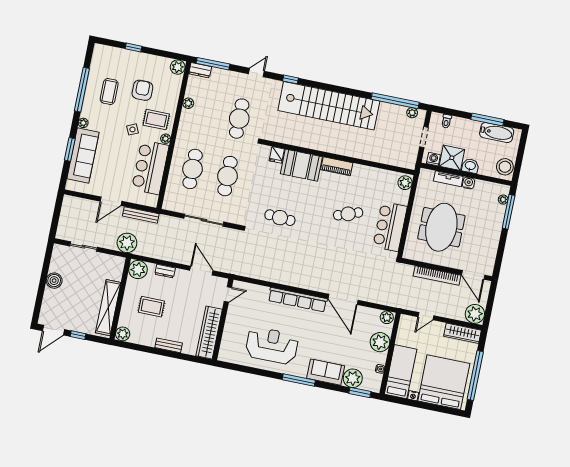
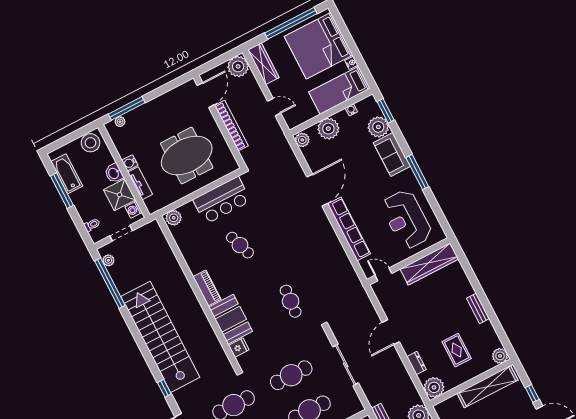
door: (228, 294) -> (383, 274), moved
wall: (223, 319) -> (408, 261), moved
wardrobe: (209, 333) -> (429, 264), moved

